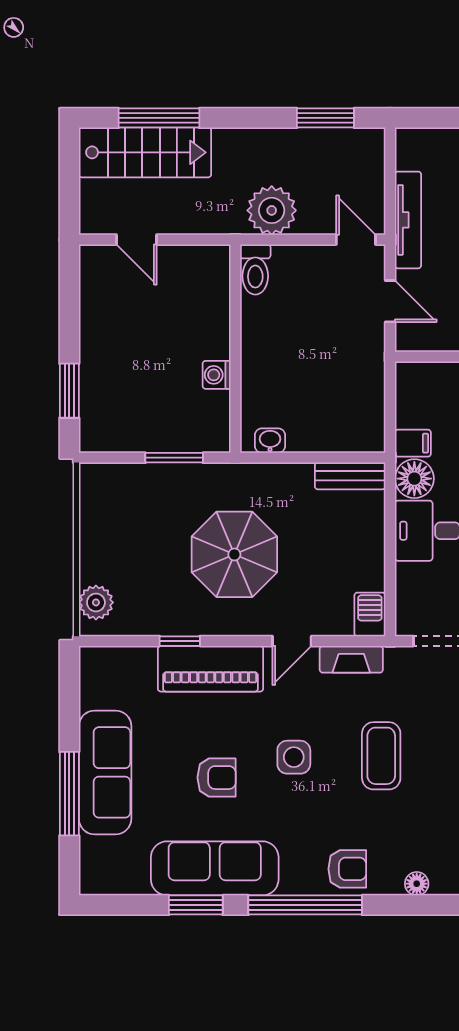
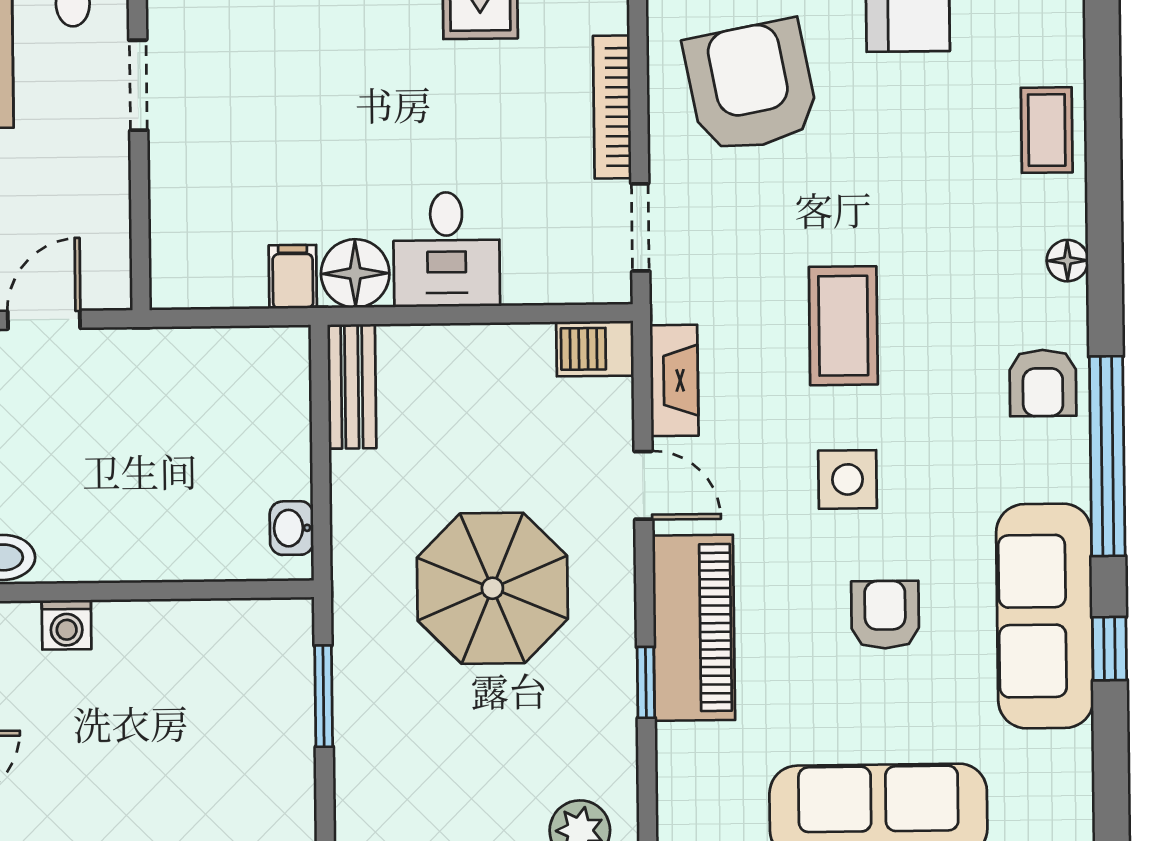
washing machine: (217, 375) -> (67, 625), moved
coffee table: (381, 756) -> (843, 326), turned 90
armchair: (347, 869) -> (1043, 383), turned 180
window: (196, 905) -> (1110, 649), width x0.67

